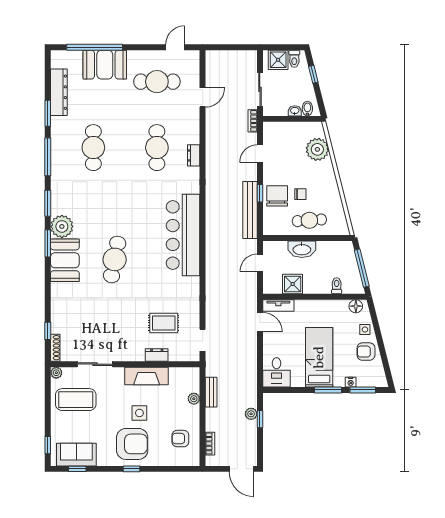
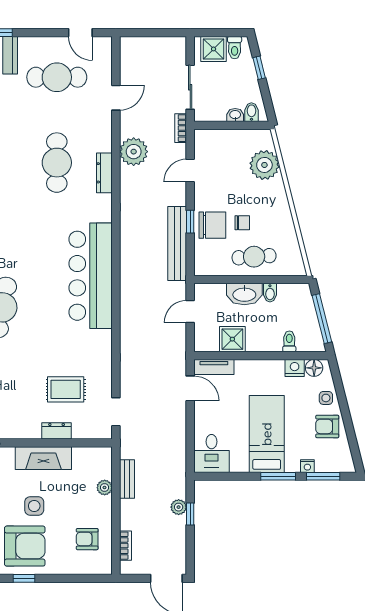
door: (175, 47) -> (80, 33), swing flipped
plant: (216, 139) -> (134, 152), added
dresser: (194, 155) -> (104, 173), width x1.44
chair: (277, 196) -> (212, 225), turned 90
bidet: (322, 248) -> (270, 293), added
nightstand: (341, 306) -> (295, 368), added

